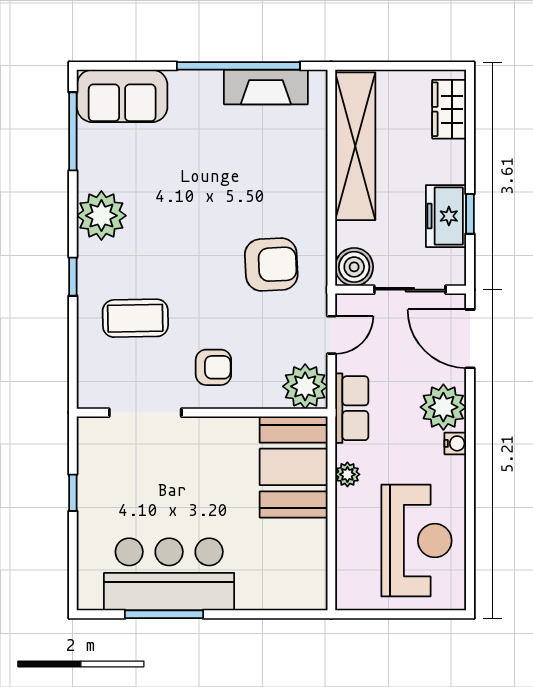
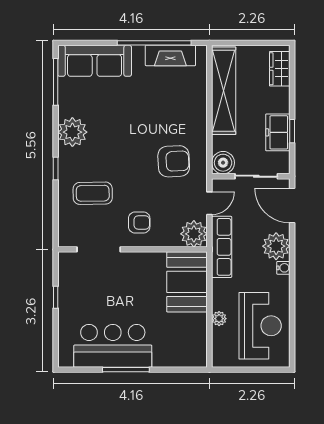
sofa: (122, 96) -> (95, 61), width x1.36
row of seats: (352, 408) -> (222, 247), width x1.48
plant: (347, 474) -> (219, 319), moved
window: (164, 614) -> (126, 370), moved

